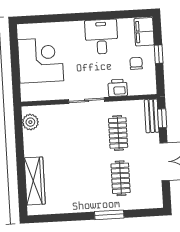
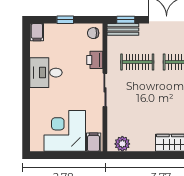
filing cabinet: (144, 32) -> (37, 32), width x0.50
chair: (136, 63) -> (93, 33), moved
filing cabinet: (30, 91) -> (94, 142), added

